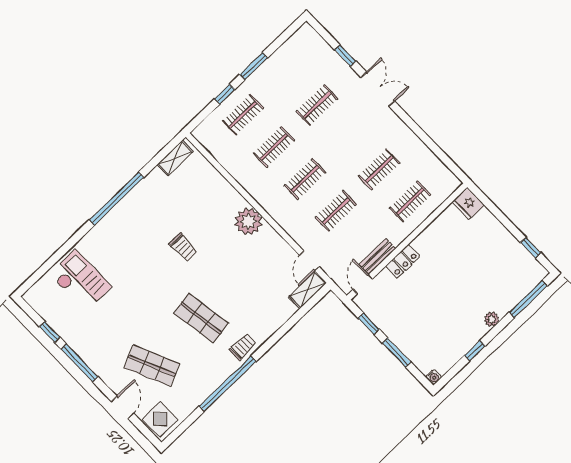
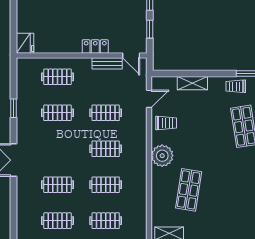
window: (345, 56) -> (13, 108), moved
clothes rail: (286, 73) -> (57, 221), added
shop shelf: (195, 214) -> (189, 190), added
trolley: (183, 247) -> (166, 123), moved, turned 90
door: (363, 284) -> (131, 55), hinge flipped
shelving: (308, 290) -> (192, 83), moved

